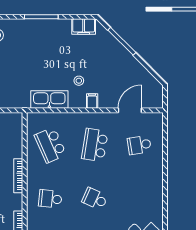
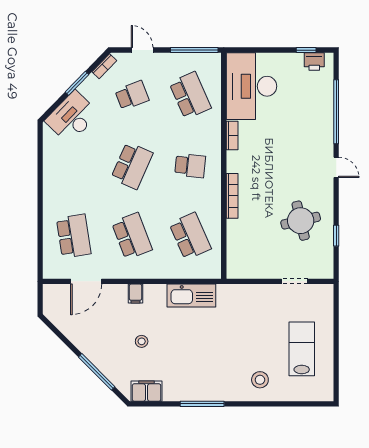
stool: (79, 81) -> (142, 341), moved
school desk: (95, 145) -> (132, 236), turned -30
school desk: (139, 145) -> (74, 236), width x1.85
school desk: (95, 199) -> (132, 166), width x1.85

